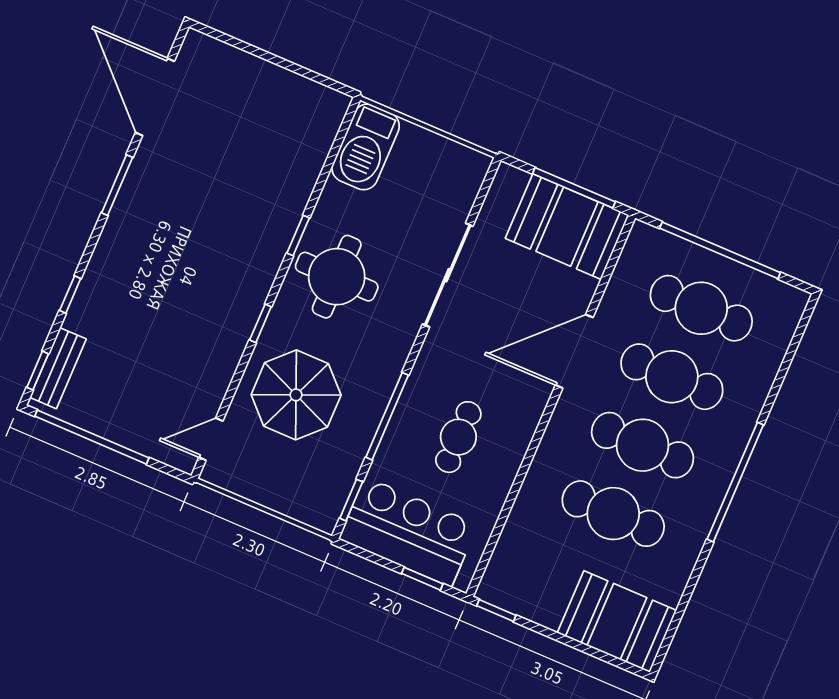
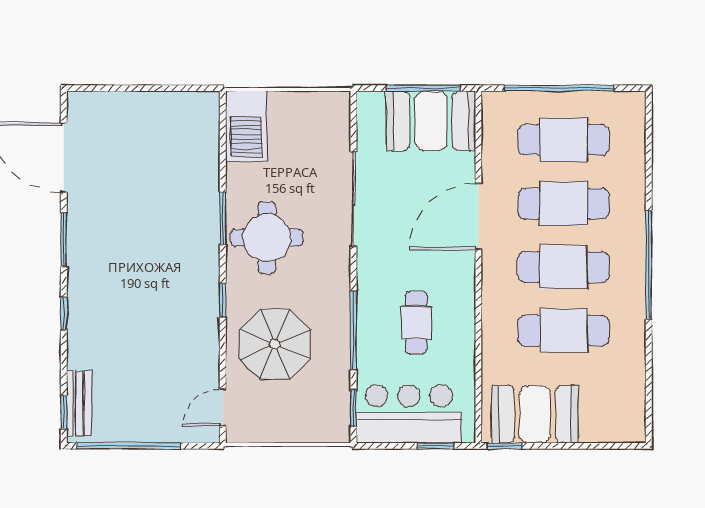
window: (298, 235) -> (223, 218), width x1.50
window: (70, 294) -> (64, 314), moved
booth: (617, 622) -> (535, 414), moved

